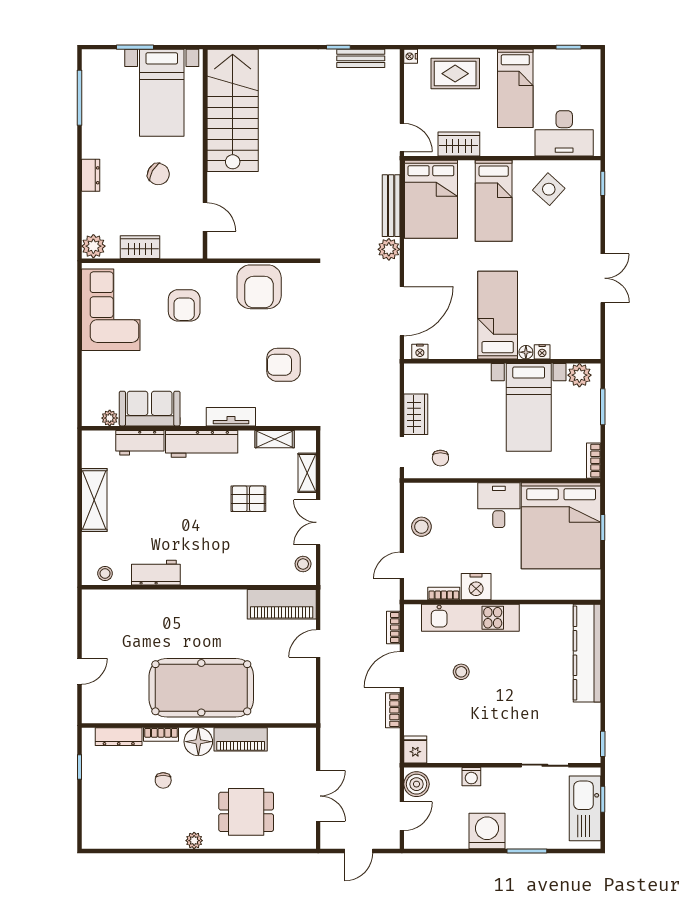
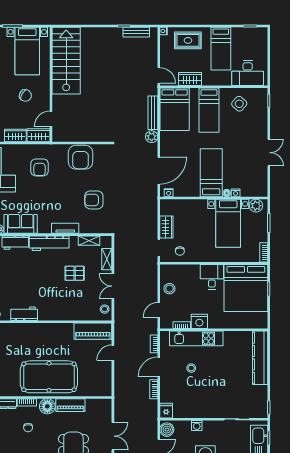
door: (205, 217) -> (51, 119), swing flipped
wardrobe: (182, 247) -> (38, 135), added

